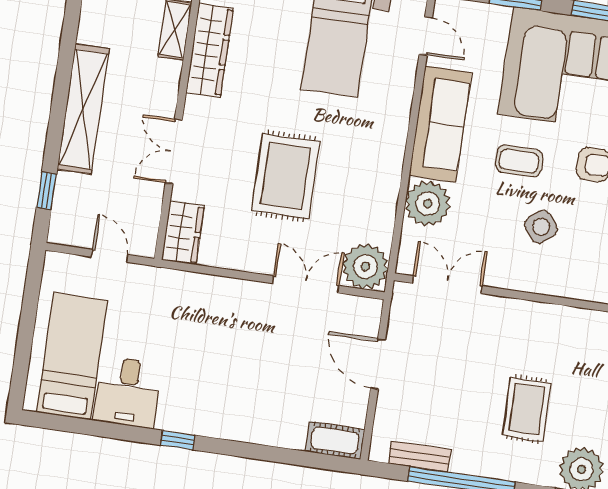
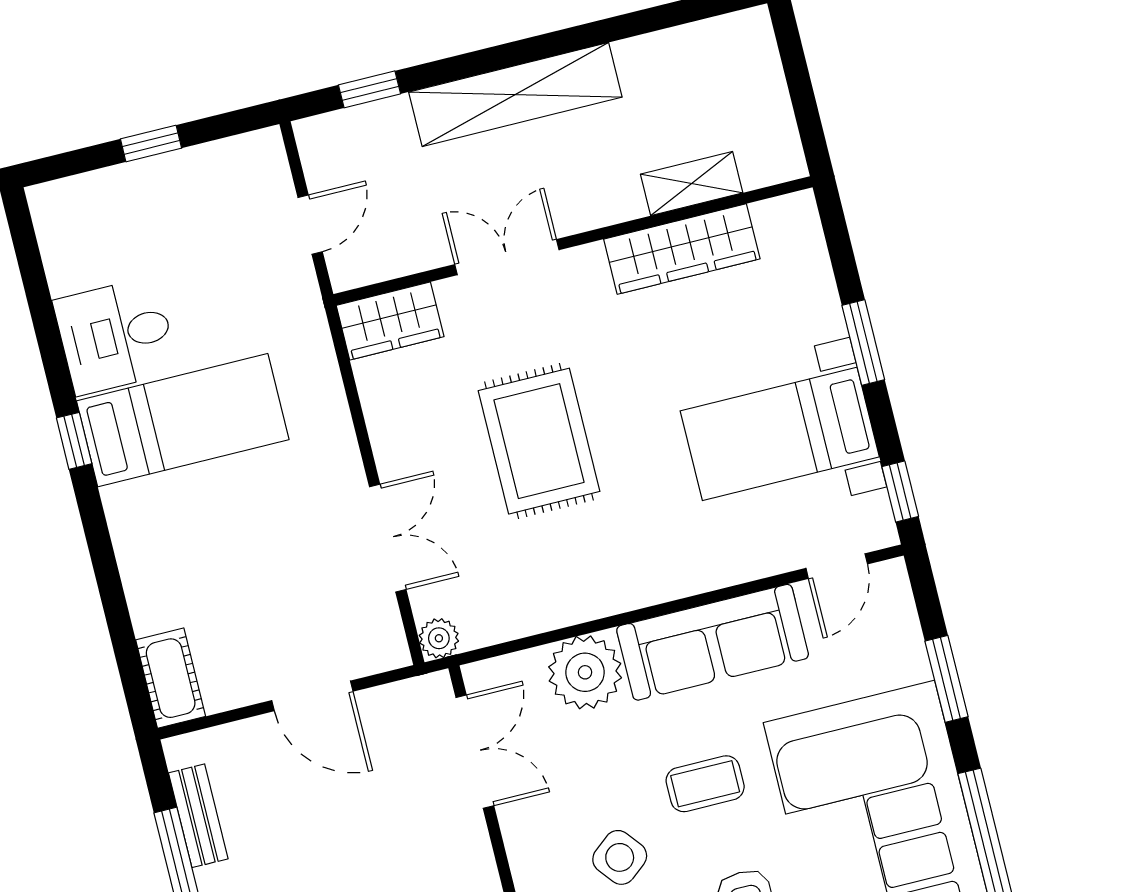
coffee table: (519, 161) -> (705, 784), turned 90
rug: (286, 176) -> (539, 441), turned 90
plant: (365, 267) -> (439, 638), width x0.53, depth x0.53
window: (27, 328) -> (151, 144), added
bed: (72, 356) -> (183, 420), moved
door: (378, 364) -> (312, 696), swing flipped

